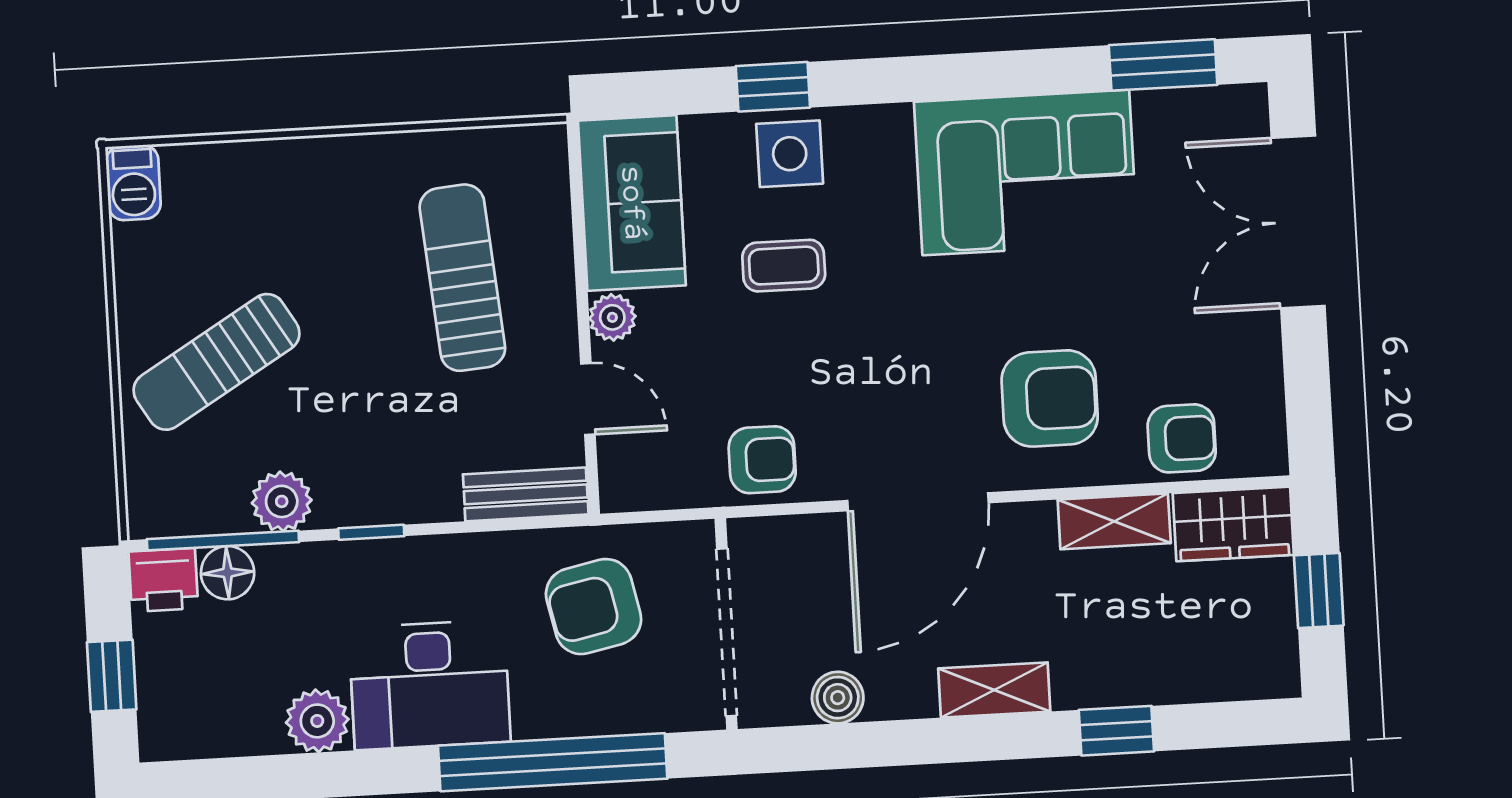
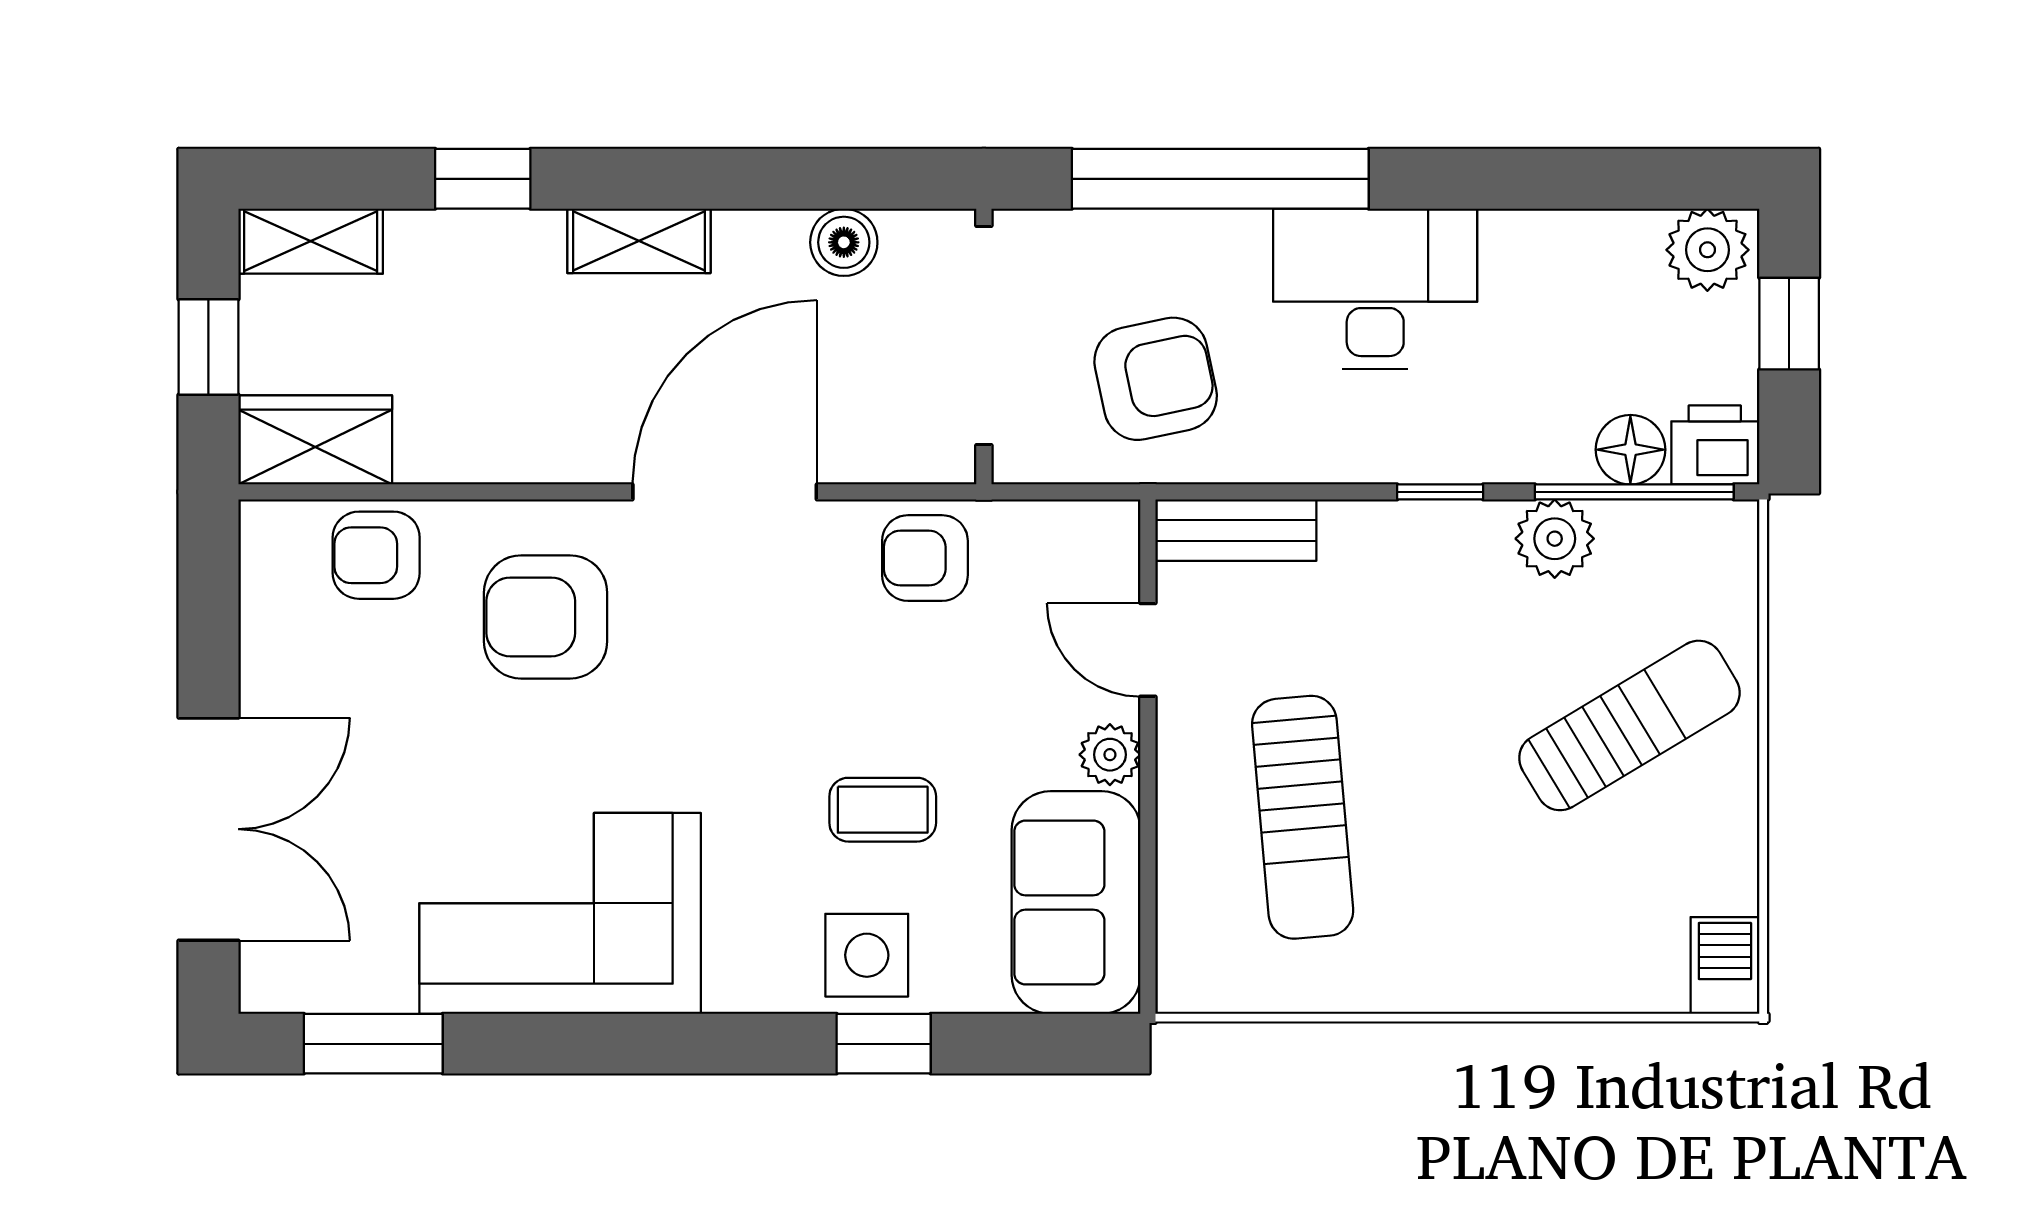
shelving: (1114, 521) -> (311, 241), moved
plant: (317, 721) -> (1707, 250), moved

